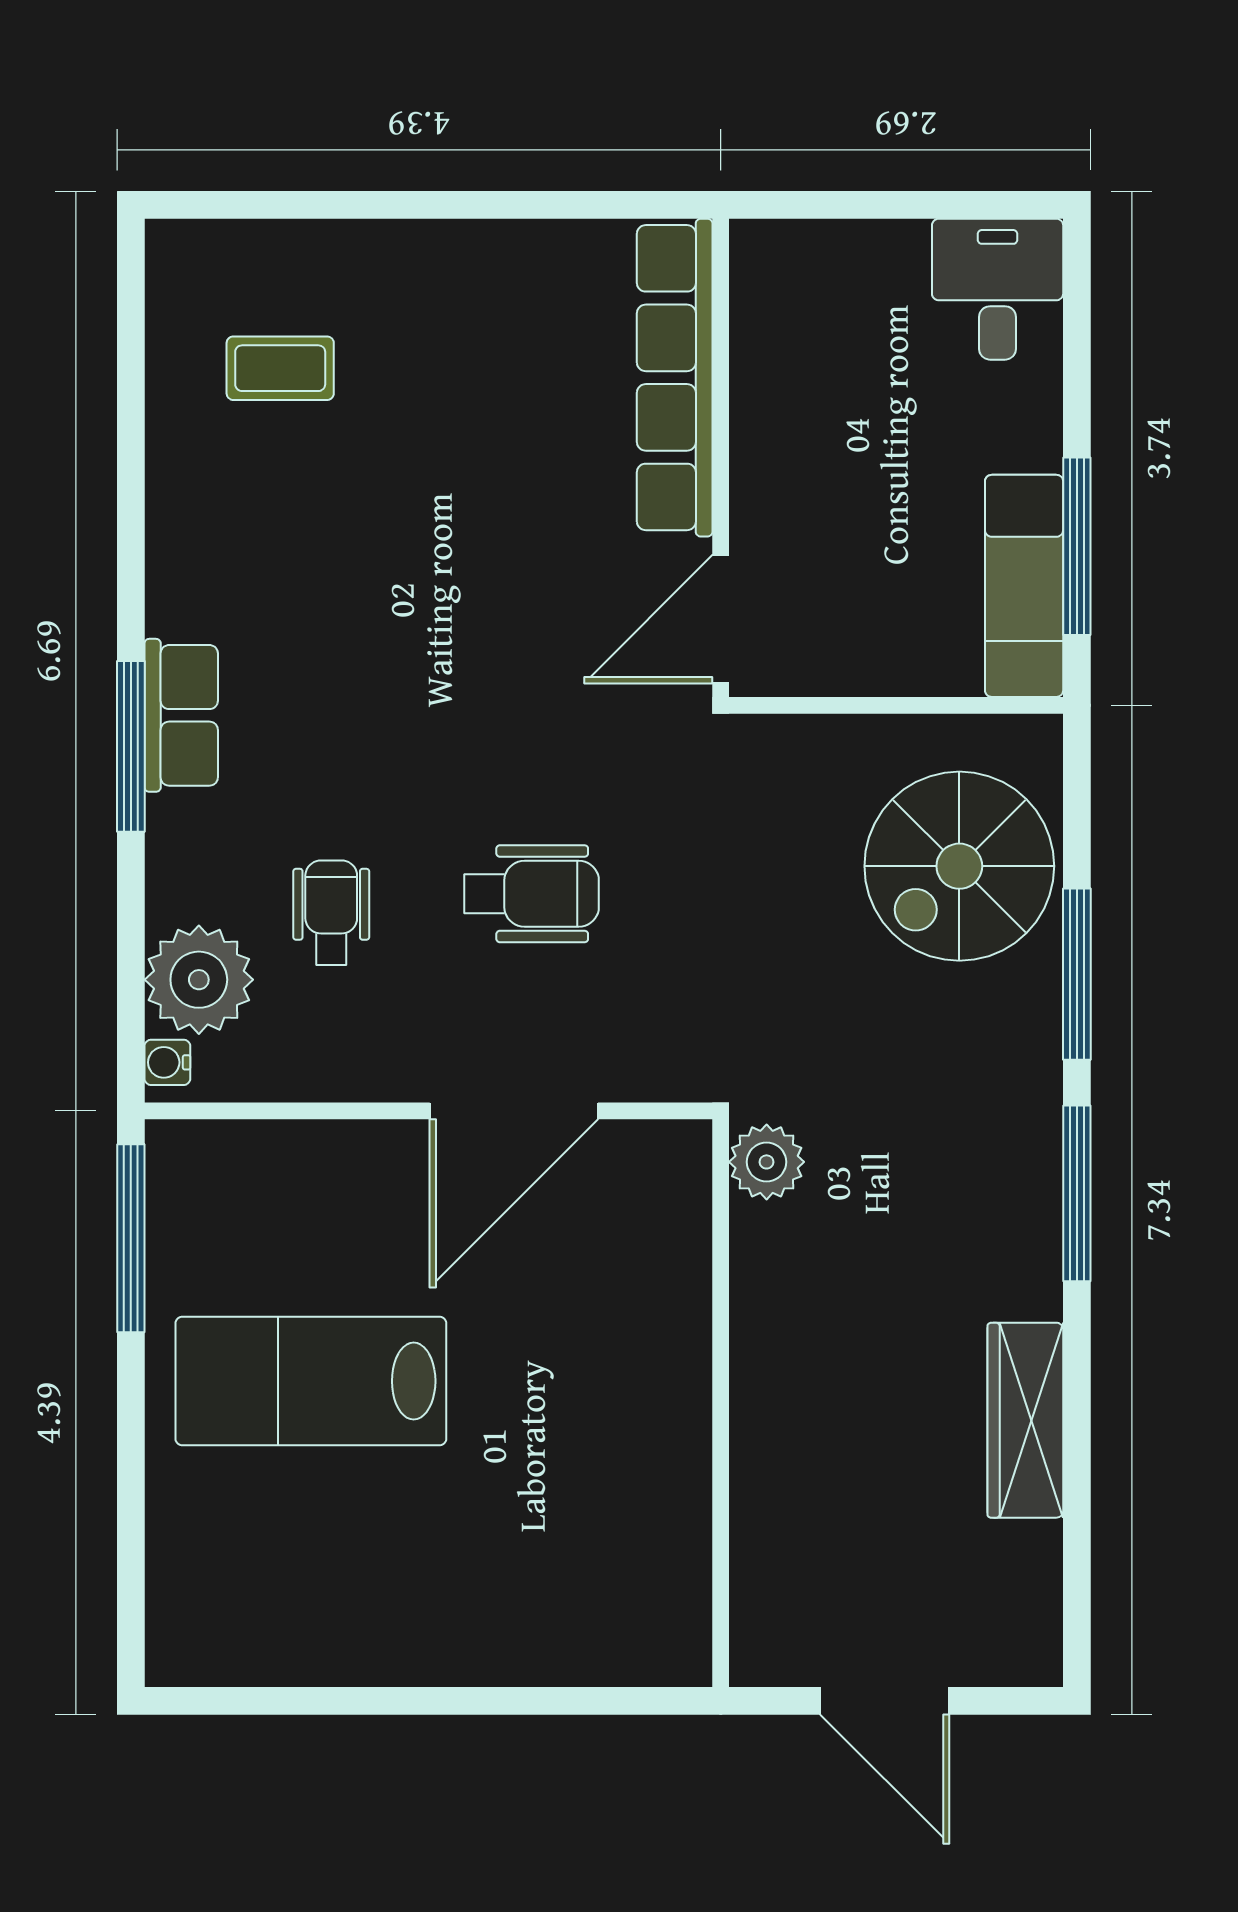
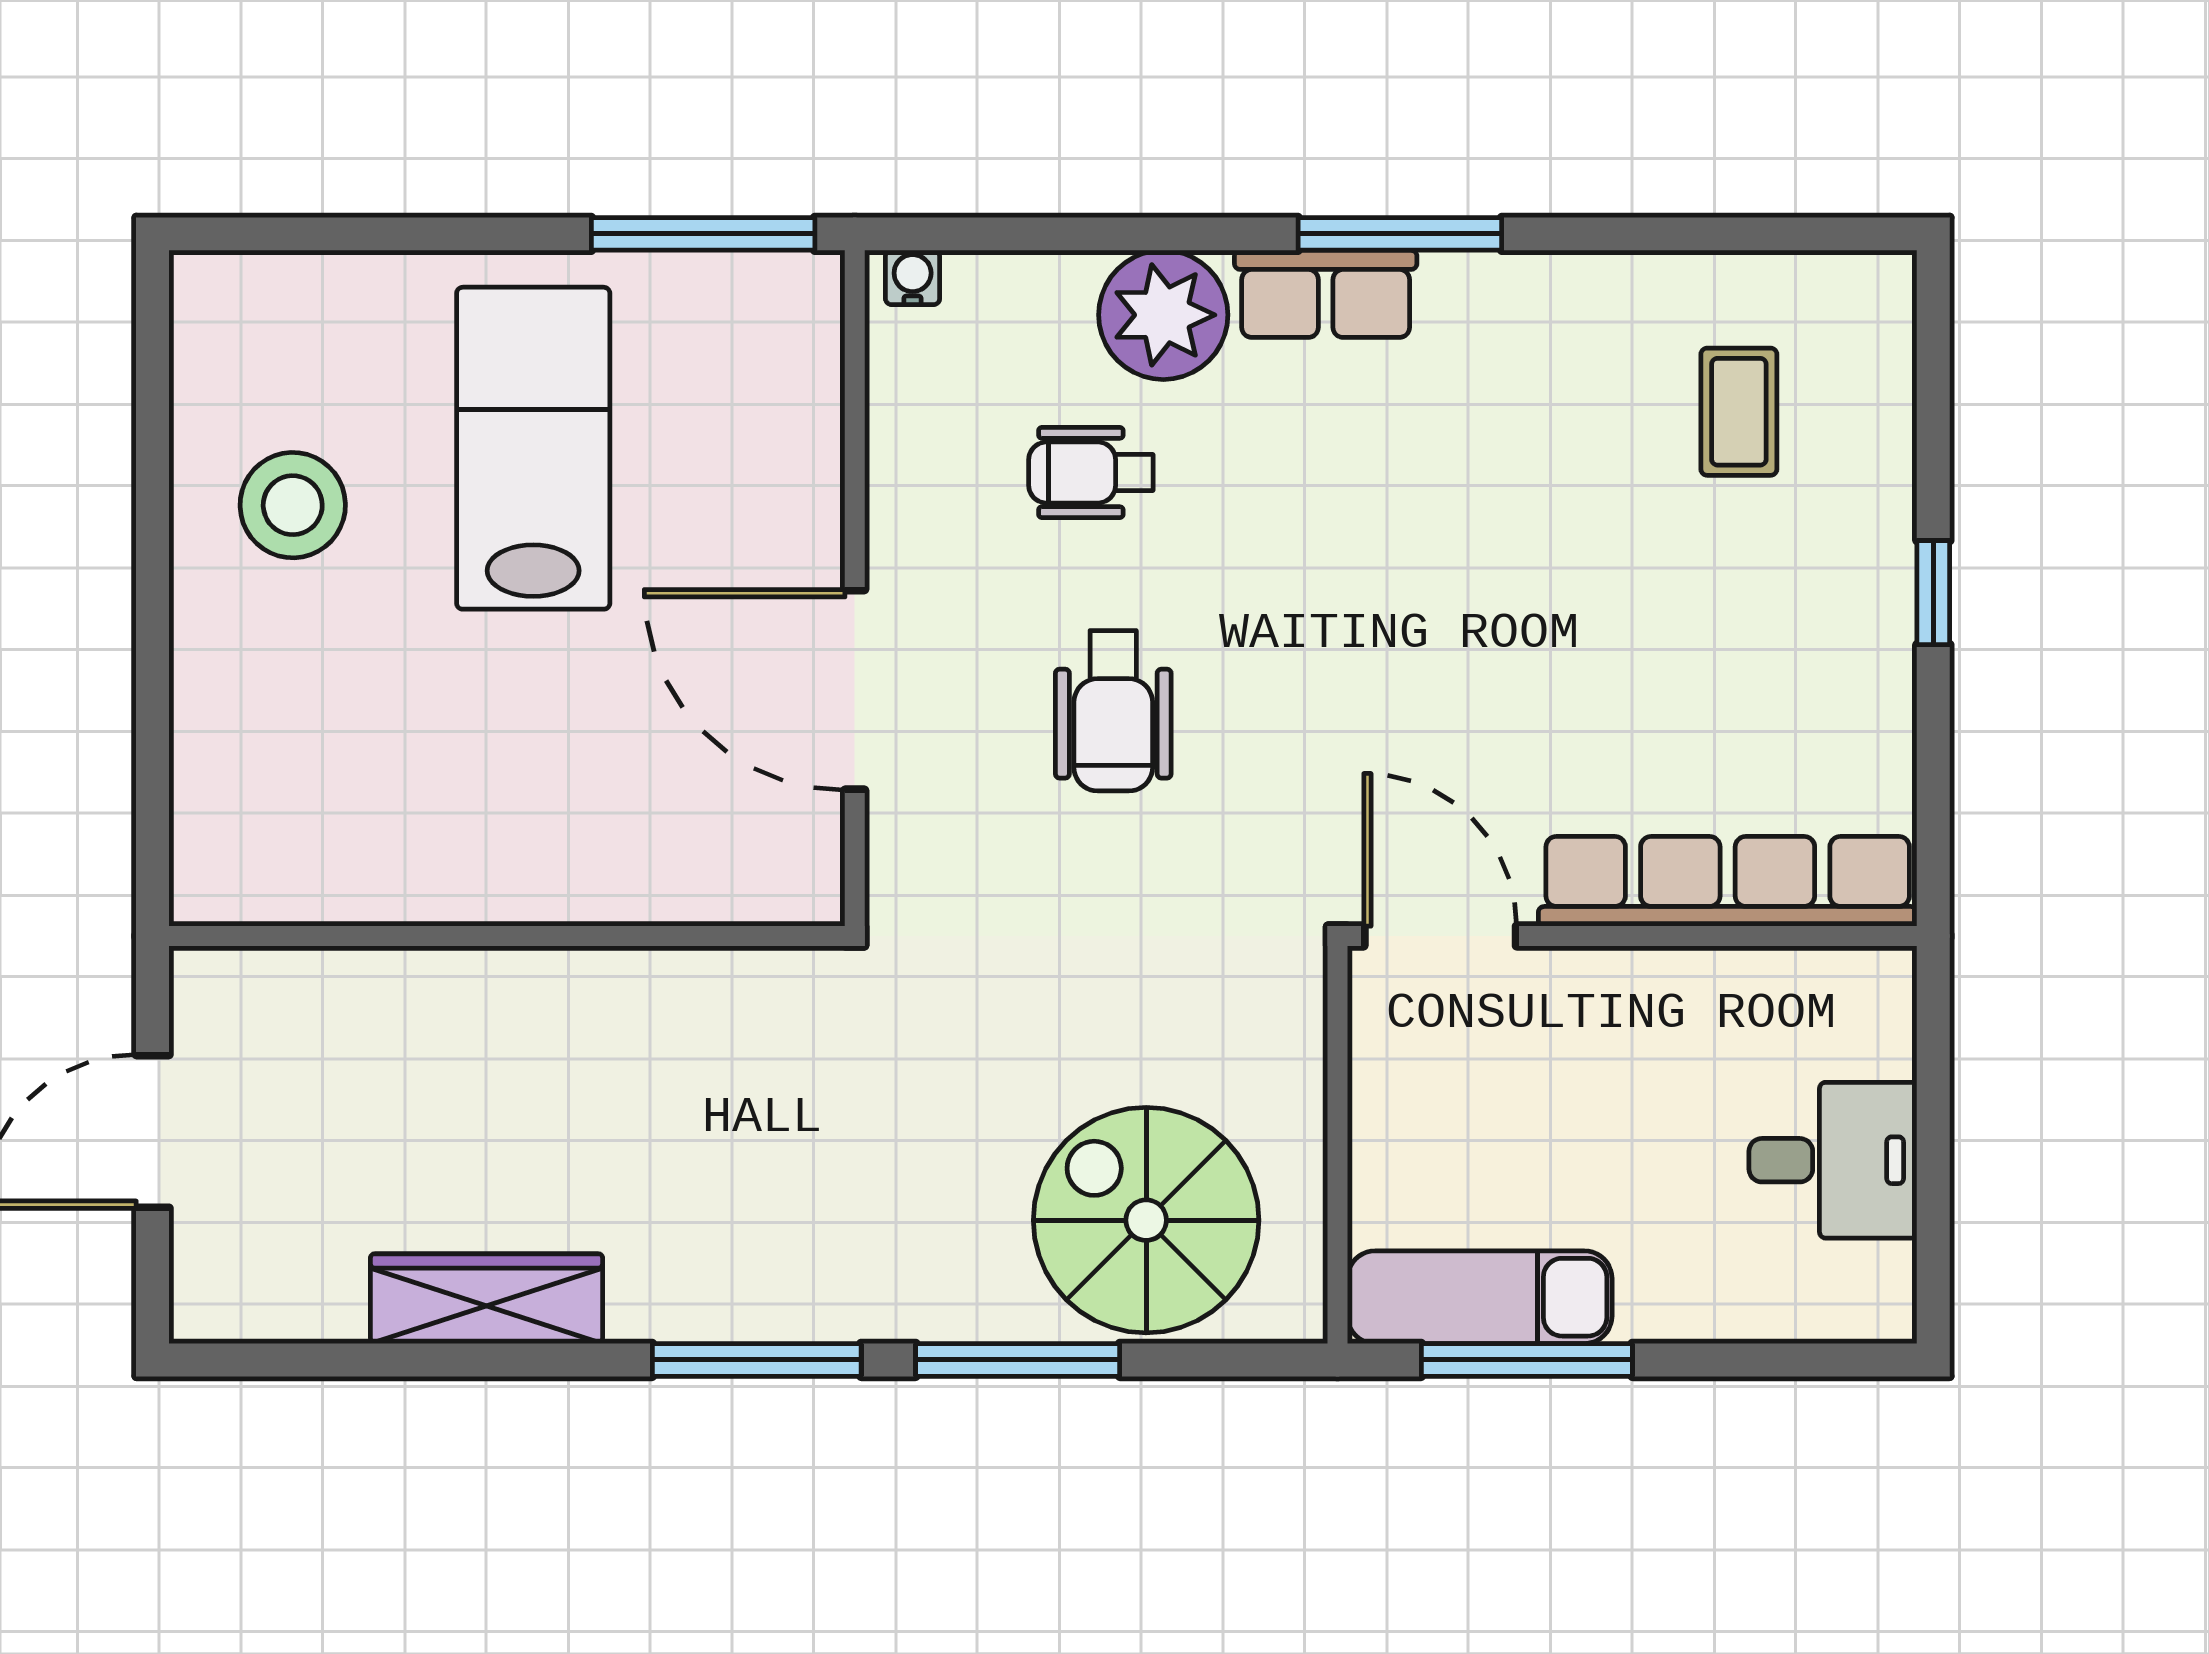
window: (432, 205) -> (1933, 593), added
desk: (998, 289) -> (1833, 1160), moved
window: (131, 746) -> (1400, 234), moved
wheelchair: (331, 913) -> (1091, 473), turned 180
plant: (199, 980) -> (1163, 315), moved
plant: (767, 1162) -> (794, 991), removed
stool: (359, 1583) -> (293, 505), added

